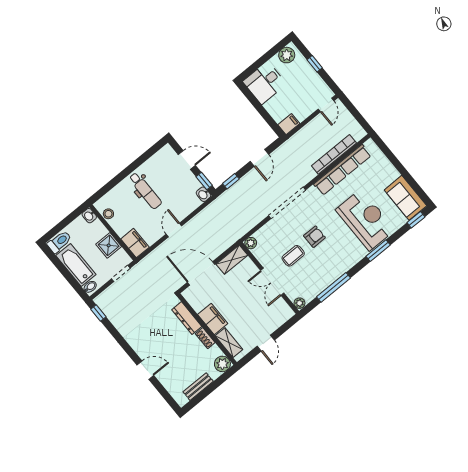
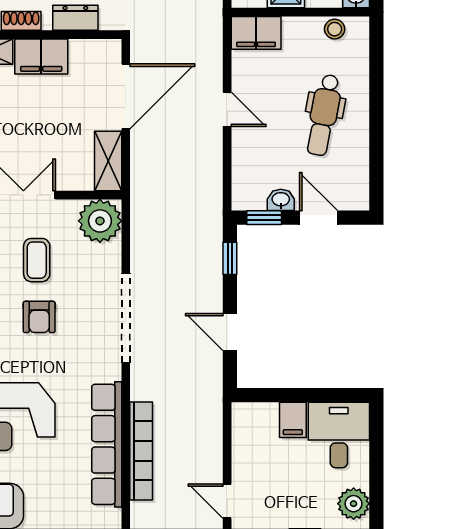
filing cabinet: (289, 124) -> (293, 420), moved
door: (187, 160) -> (319, 218), swing flipped
dental chair: (145, 191) -> (324, 115), turned -79
washbasin: (203, 194) -> (281, 200), moved
plant: (251, 243) -> (100, 221), width x1.88, depth x1.88
dresser: (187, 318) -> (75, 18), width x0.70

